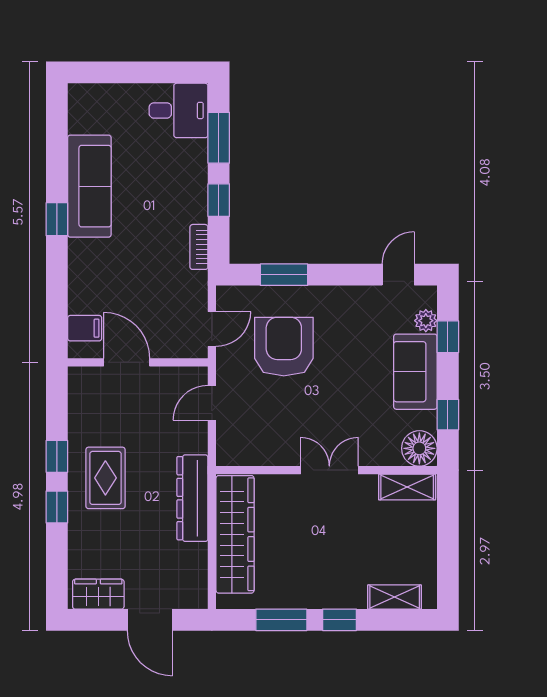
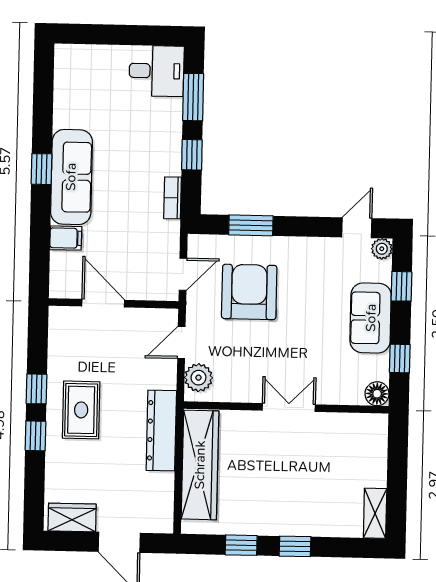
sofa: (89, 186) -> (71, 177), moved
plant: (426, 321) -> (382, 249), moved
filing cabinet: (85, 328) -> (66, 238), moved
plant: (231, 440) -> (198, 378), added
floor lamp: (419, 448) -> (377, 394), width x0.73, depth x0.73
shelving: (407, 487) -> (361, 425), removed
shelving: (395, 597) -> (375, 513), moved, turned 90
window: (281, 620) -> (241, 545), width x0.67

